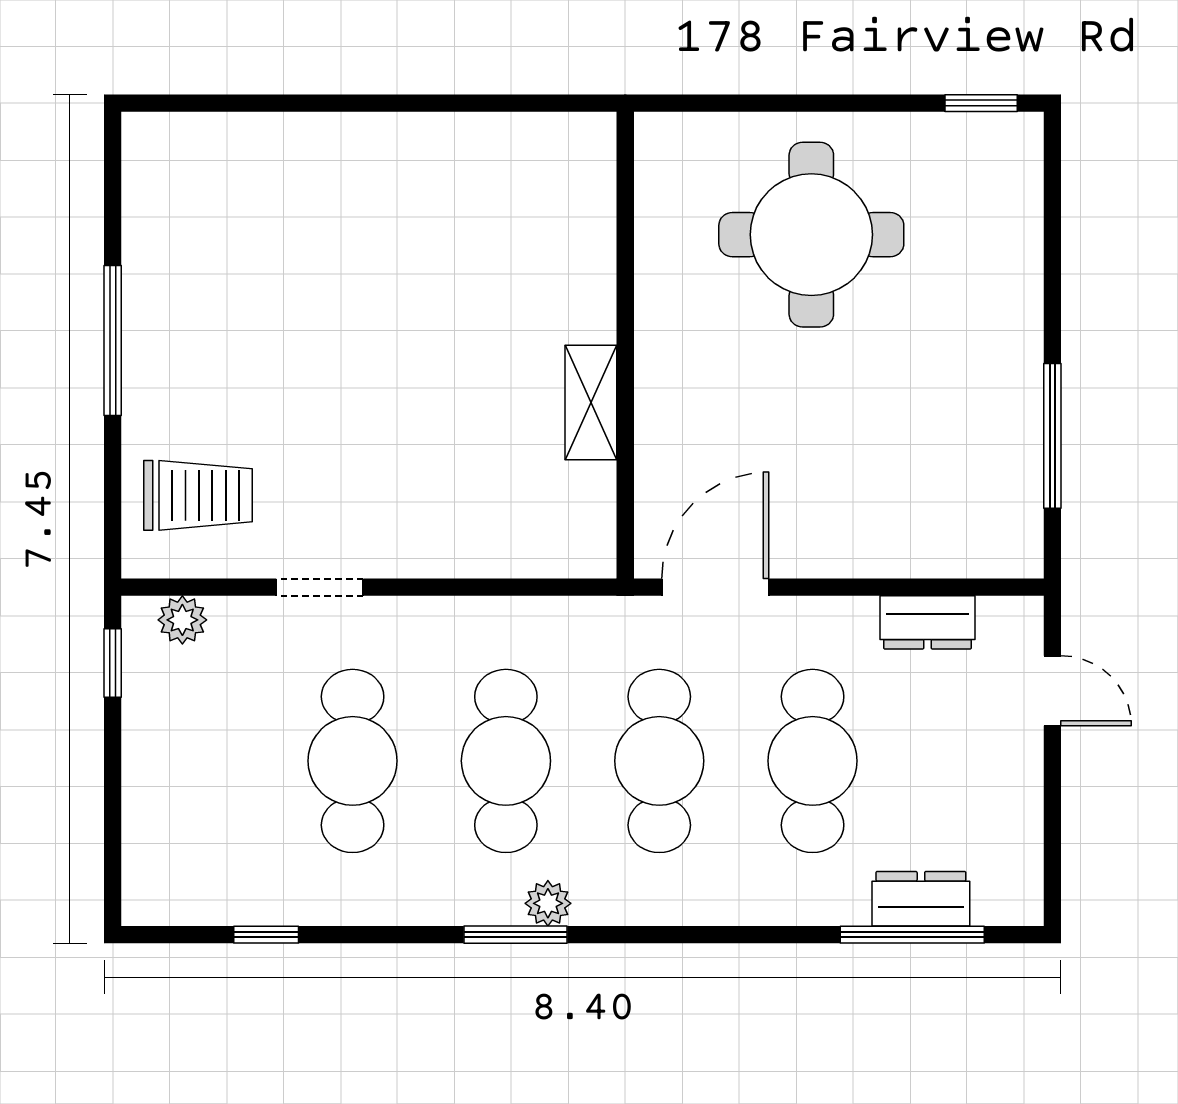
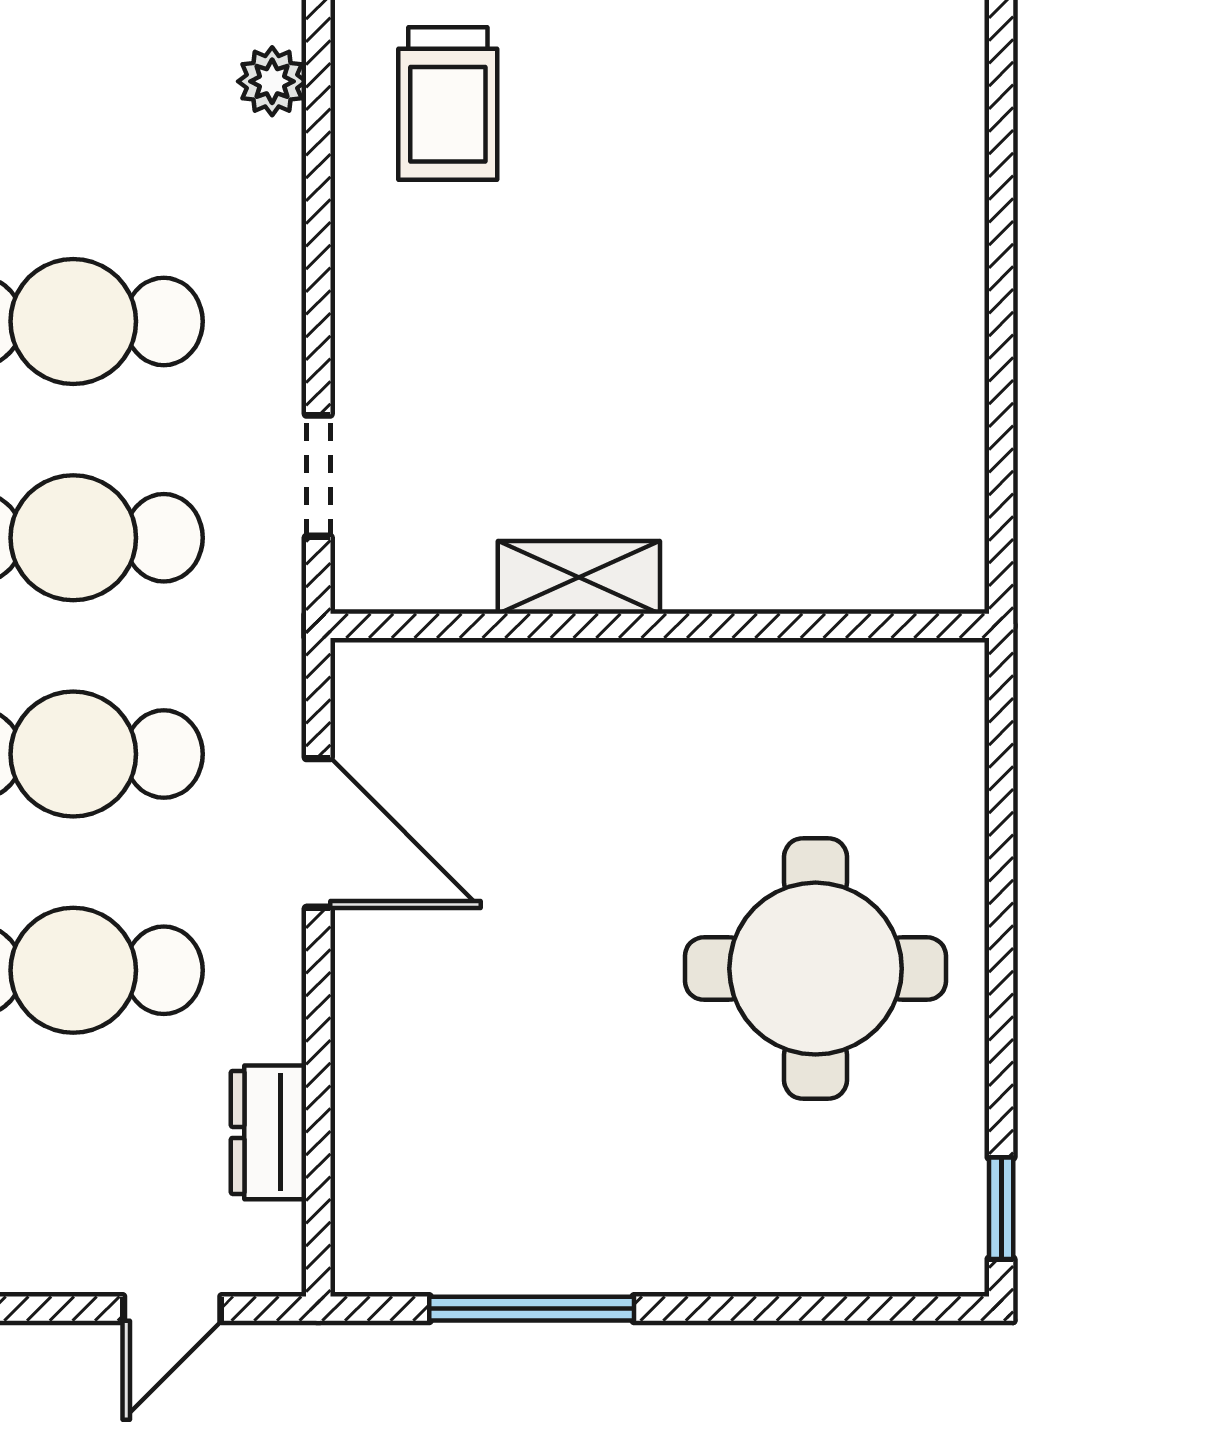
wall: (625, 345) -> (660, 626), moved
shelving: (591, 402) -> (579, 577), moved
doorway: (320, 587) -> (318, 476), moved

